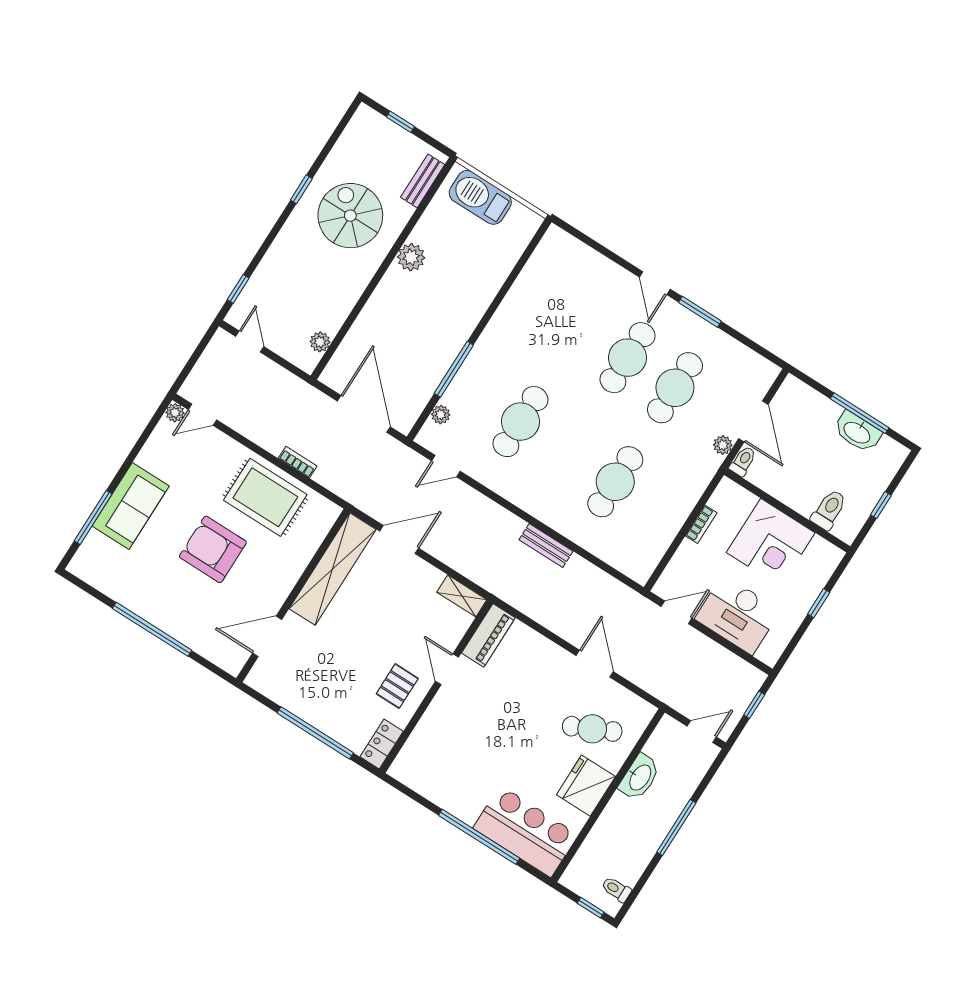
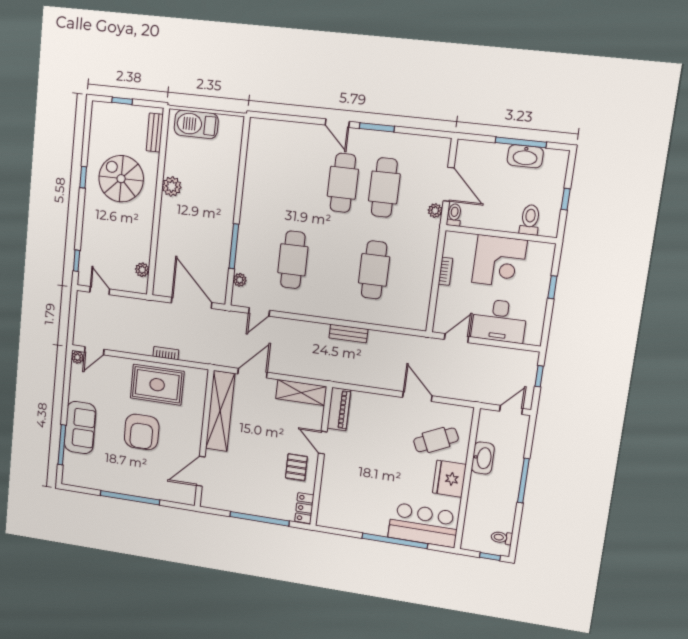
armchair: (213, 549) -> (142, 432), turned -90
shelving: (462, 596) -> (301, 393), width x1.50, depth x1.33

